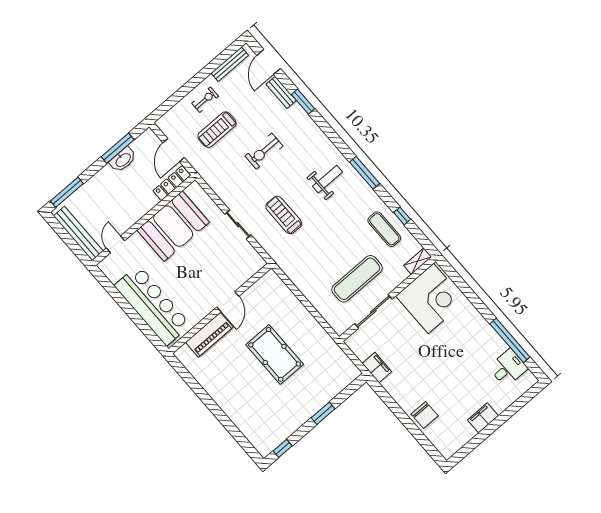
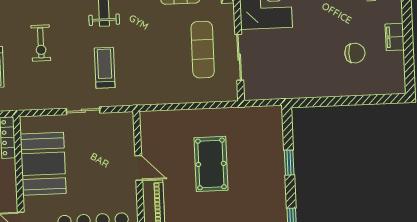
treadmill: (284, 215) -> (105, 68), turned 90
pool table: (275, 354) -> (211, 164), turned 90
filing cabinet: (377, 367) -> (287, 90), removed
chair: (425, 415) -> (355, 53), moved

